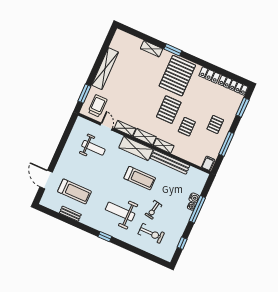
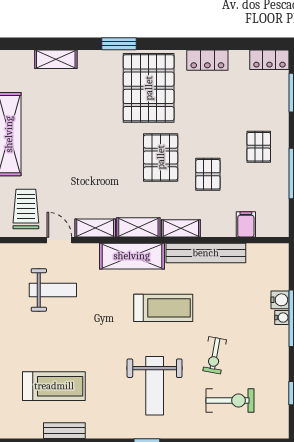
shelving: (151, 49) -> (56, 59), moved
locker: (233, 85) -> (269, 60), width x0.66
filing cabinet: (208, 163) -> (246, 224), moved
weight bench: (120, 212) -> (155, 386), turned -90

